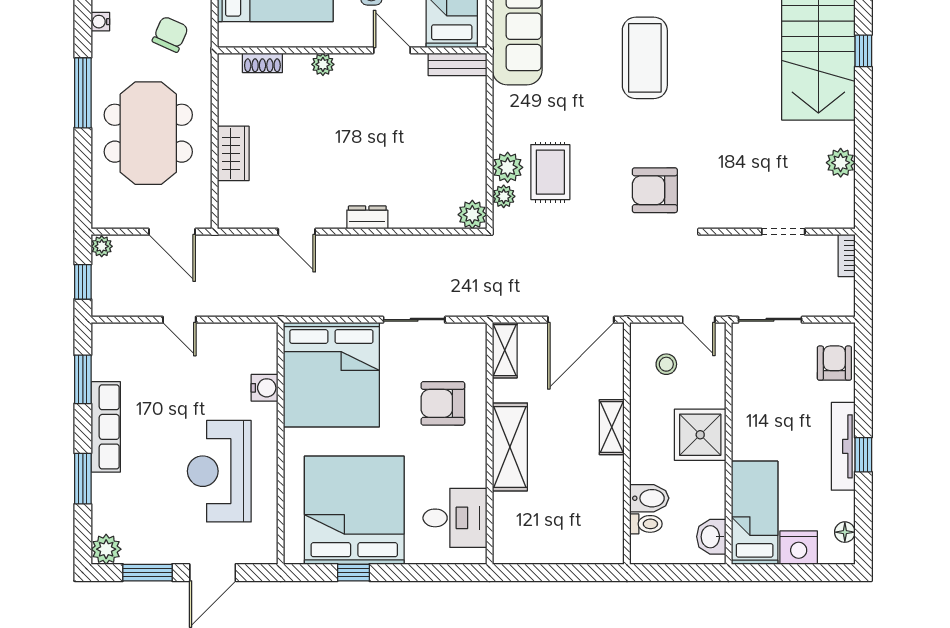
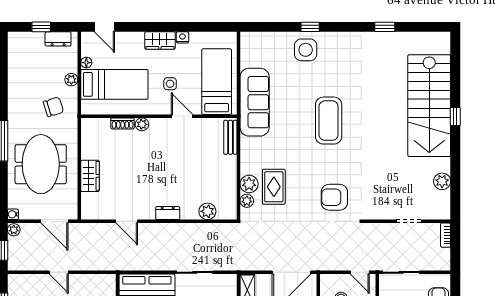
water cooler: (100, 22) -> (13, 214), moved
chair: (170, 34) -> (53, 107), turned 49
shoe rack: (262, 63) -> (123, 123), moved
bench: (457, 64) -> (230, 137), moved, turned 90
plant: (472, 215) -> (207, 211), moved

